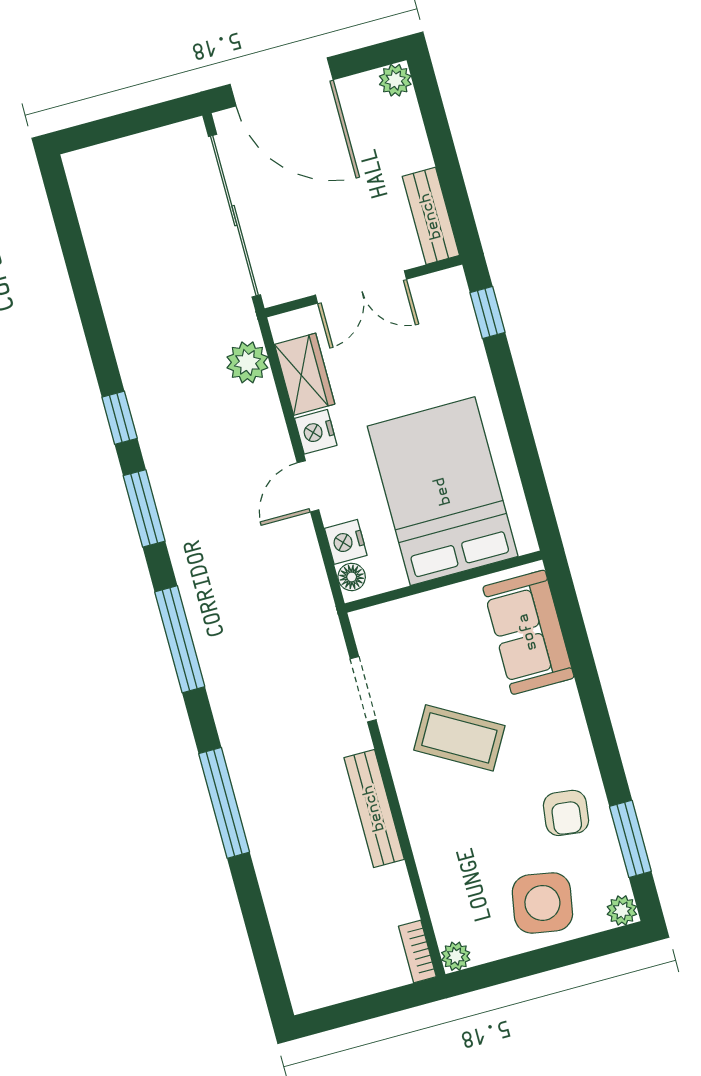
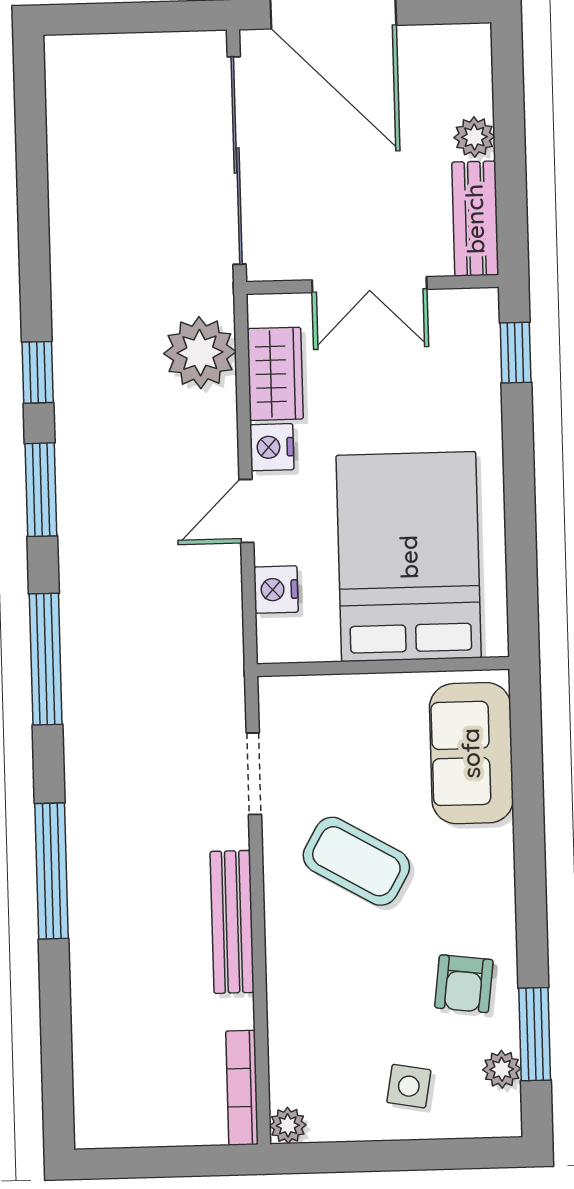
plant: (395, 80) -> (474, 137), moved
plant: (247, 362) -> (200, 353), width x1.36, depth x1.36
floor lamp: (352, 577) -> (273, 634), removed
side table: (542, 903) -> (409, 1086), width x0.54, depth x0.54
plant: (622, 910) -> (502, 1069), moved
bookcase: (417, 951) -> (242, 1088), width x1.56

